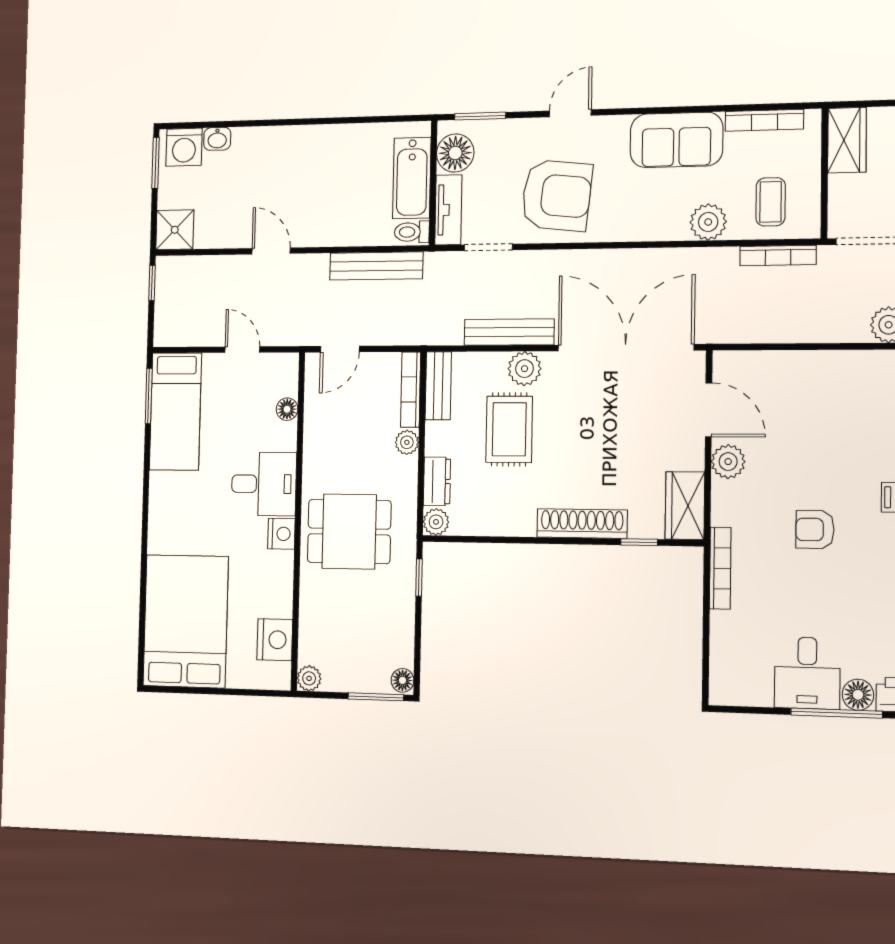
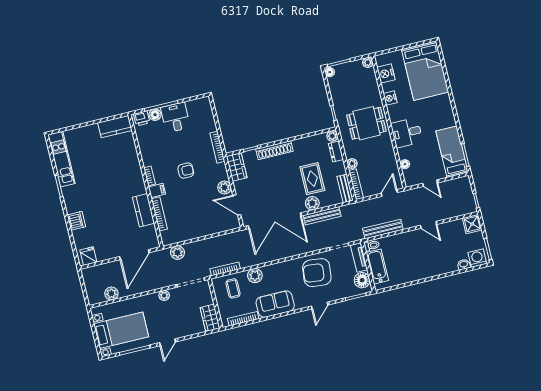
nightstand: (281, 534) -> (390, 98), moved

